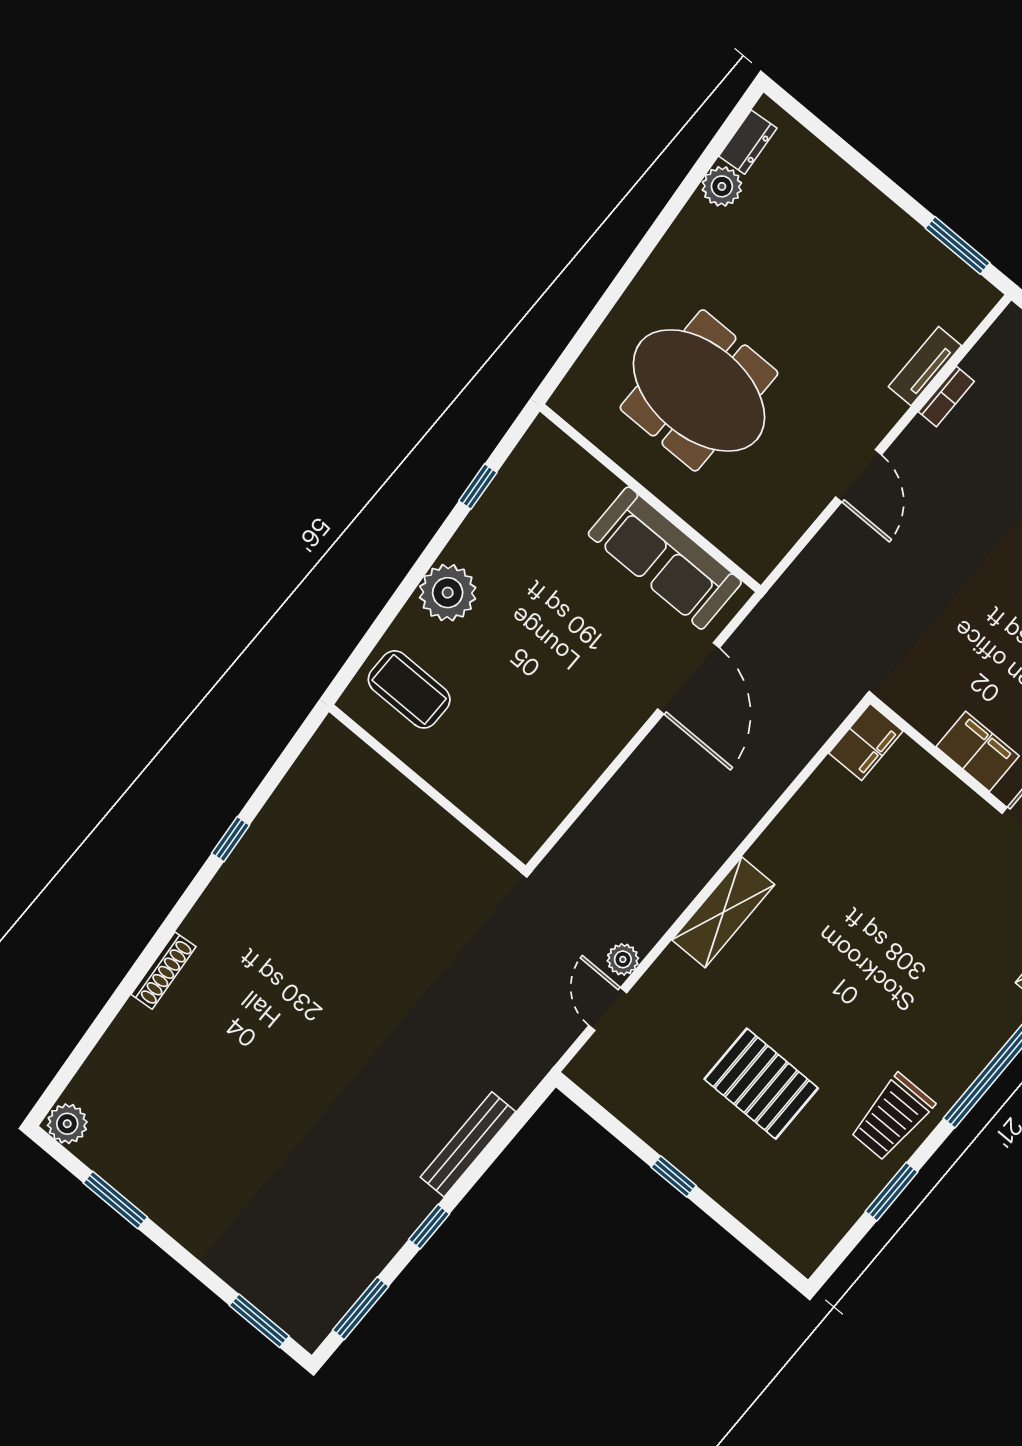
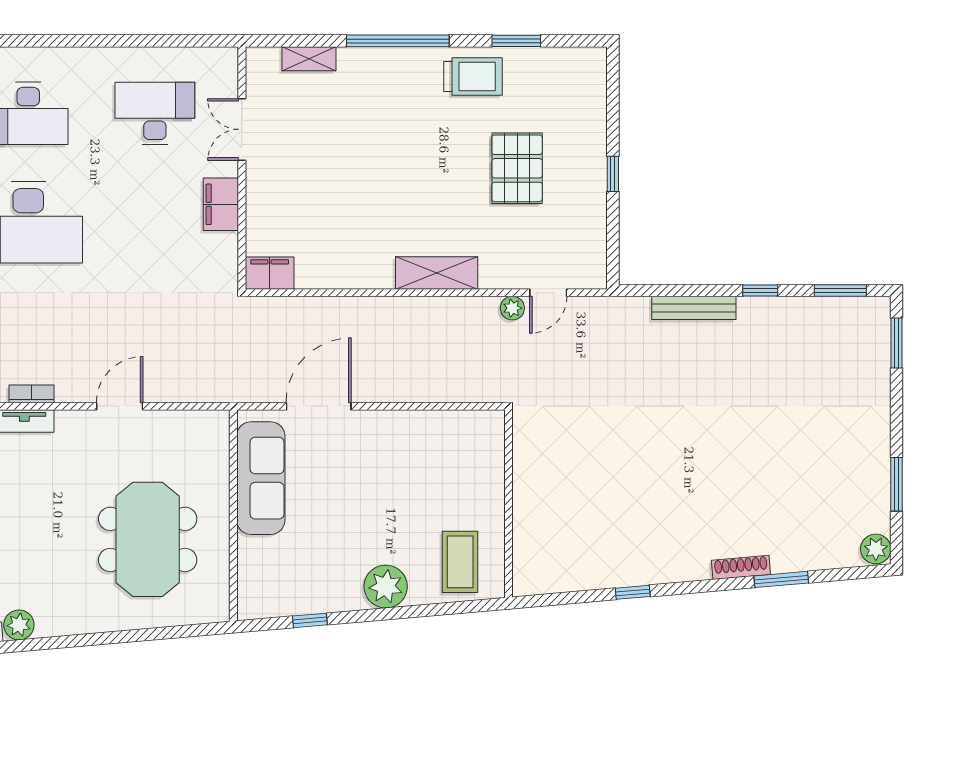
window: (117, 1001) -> (781, 579), added

